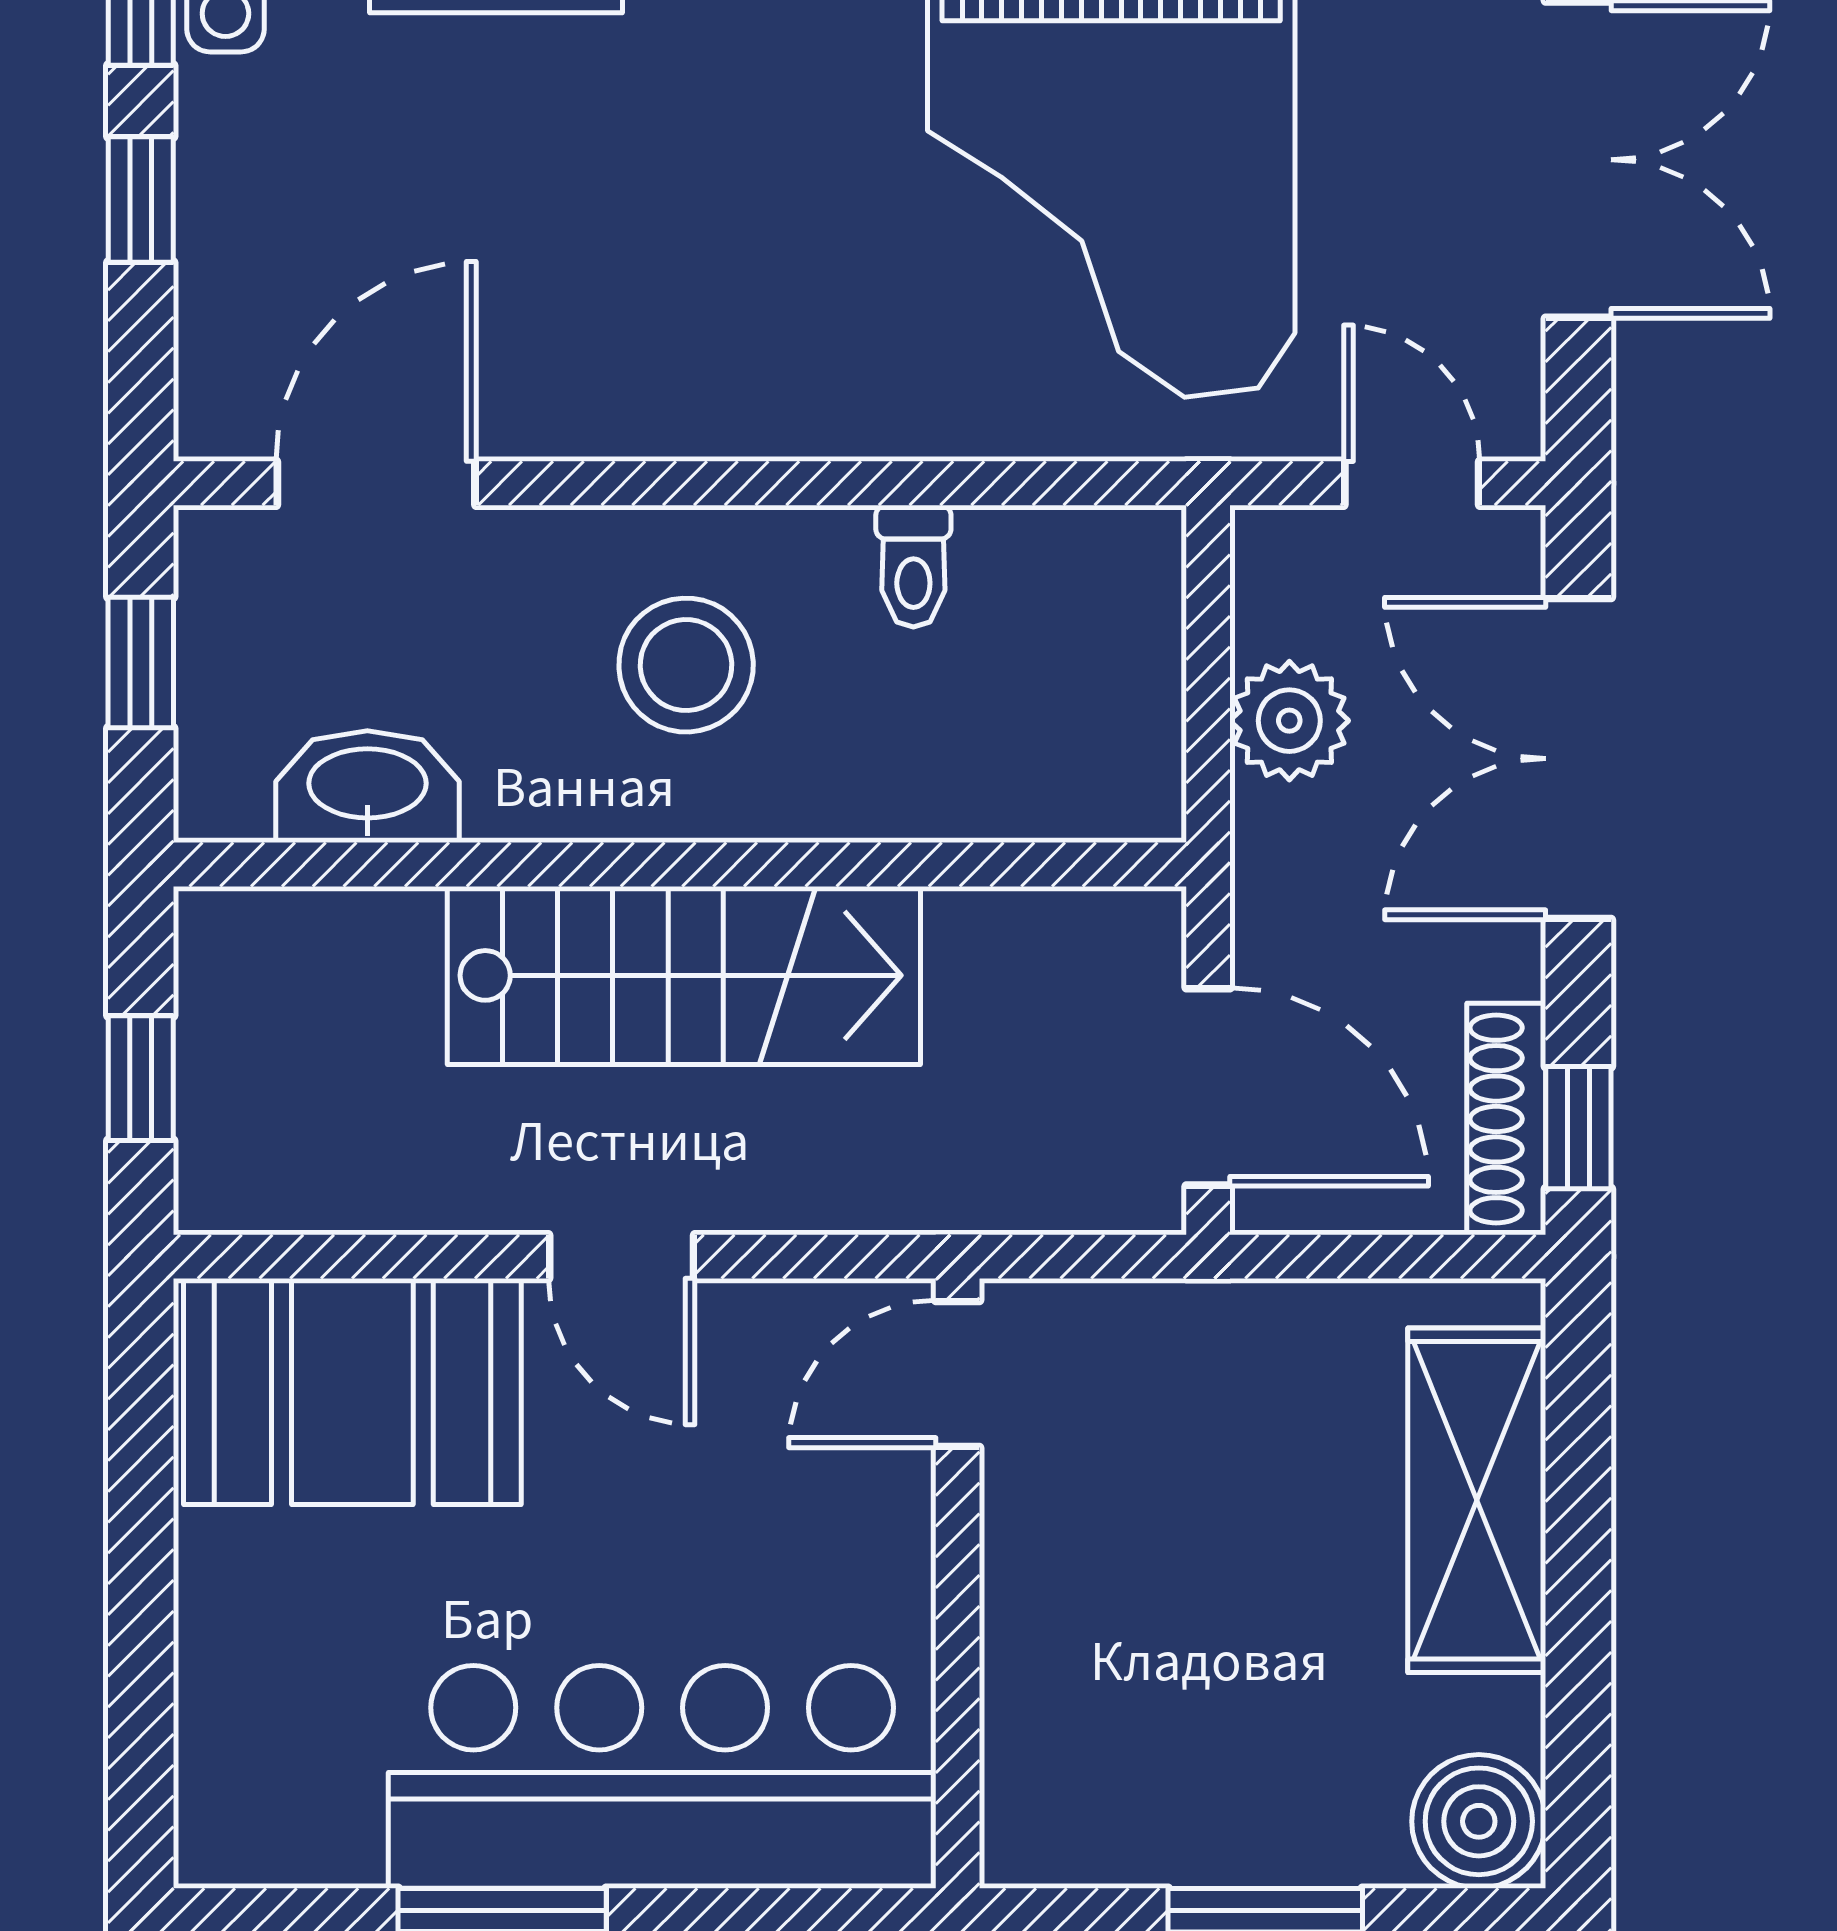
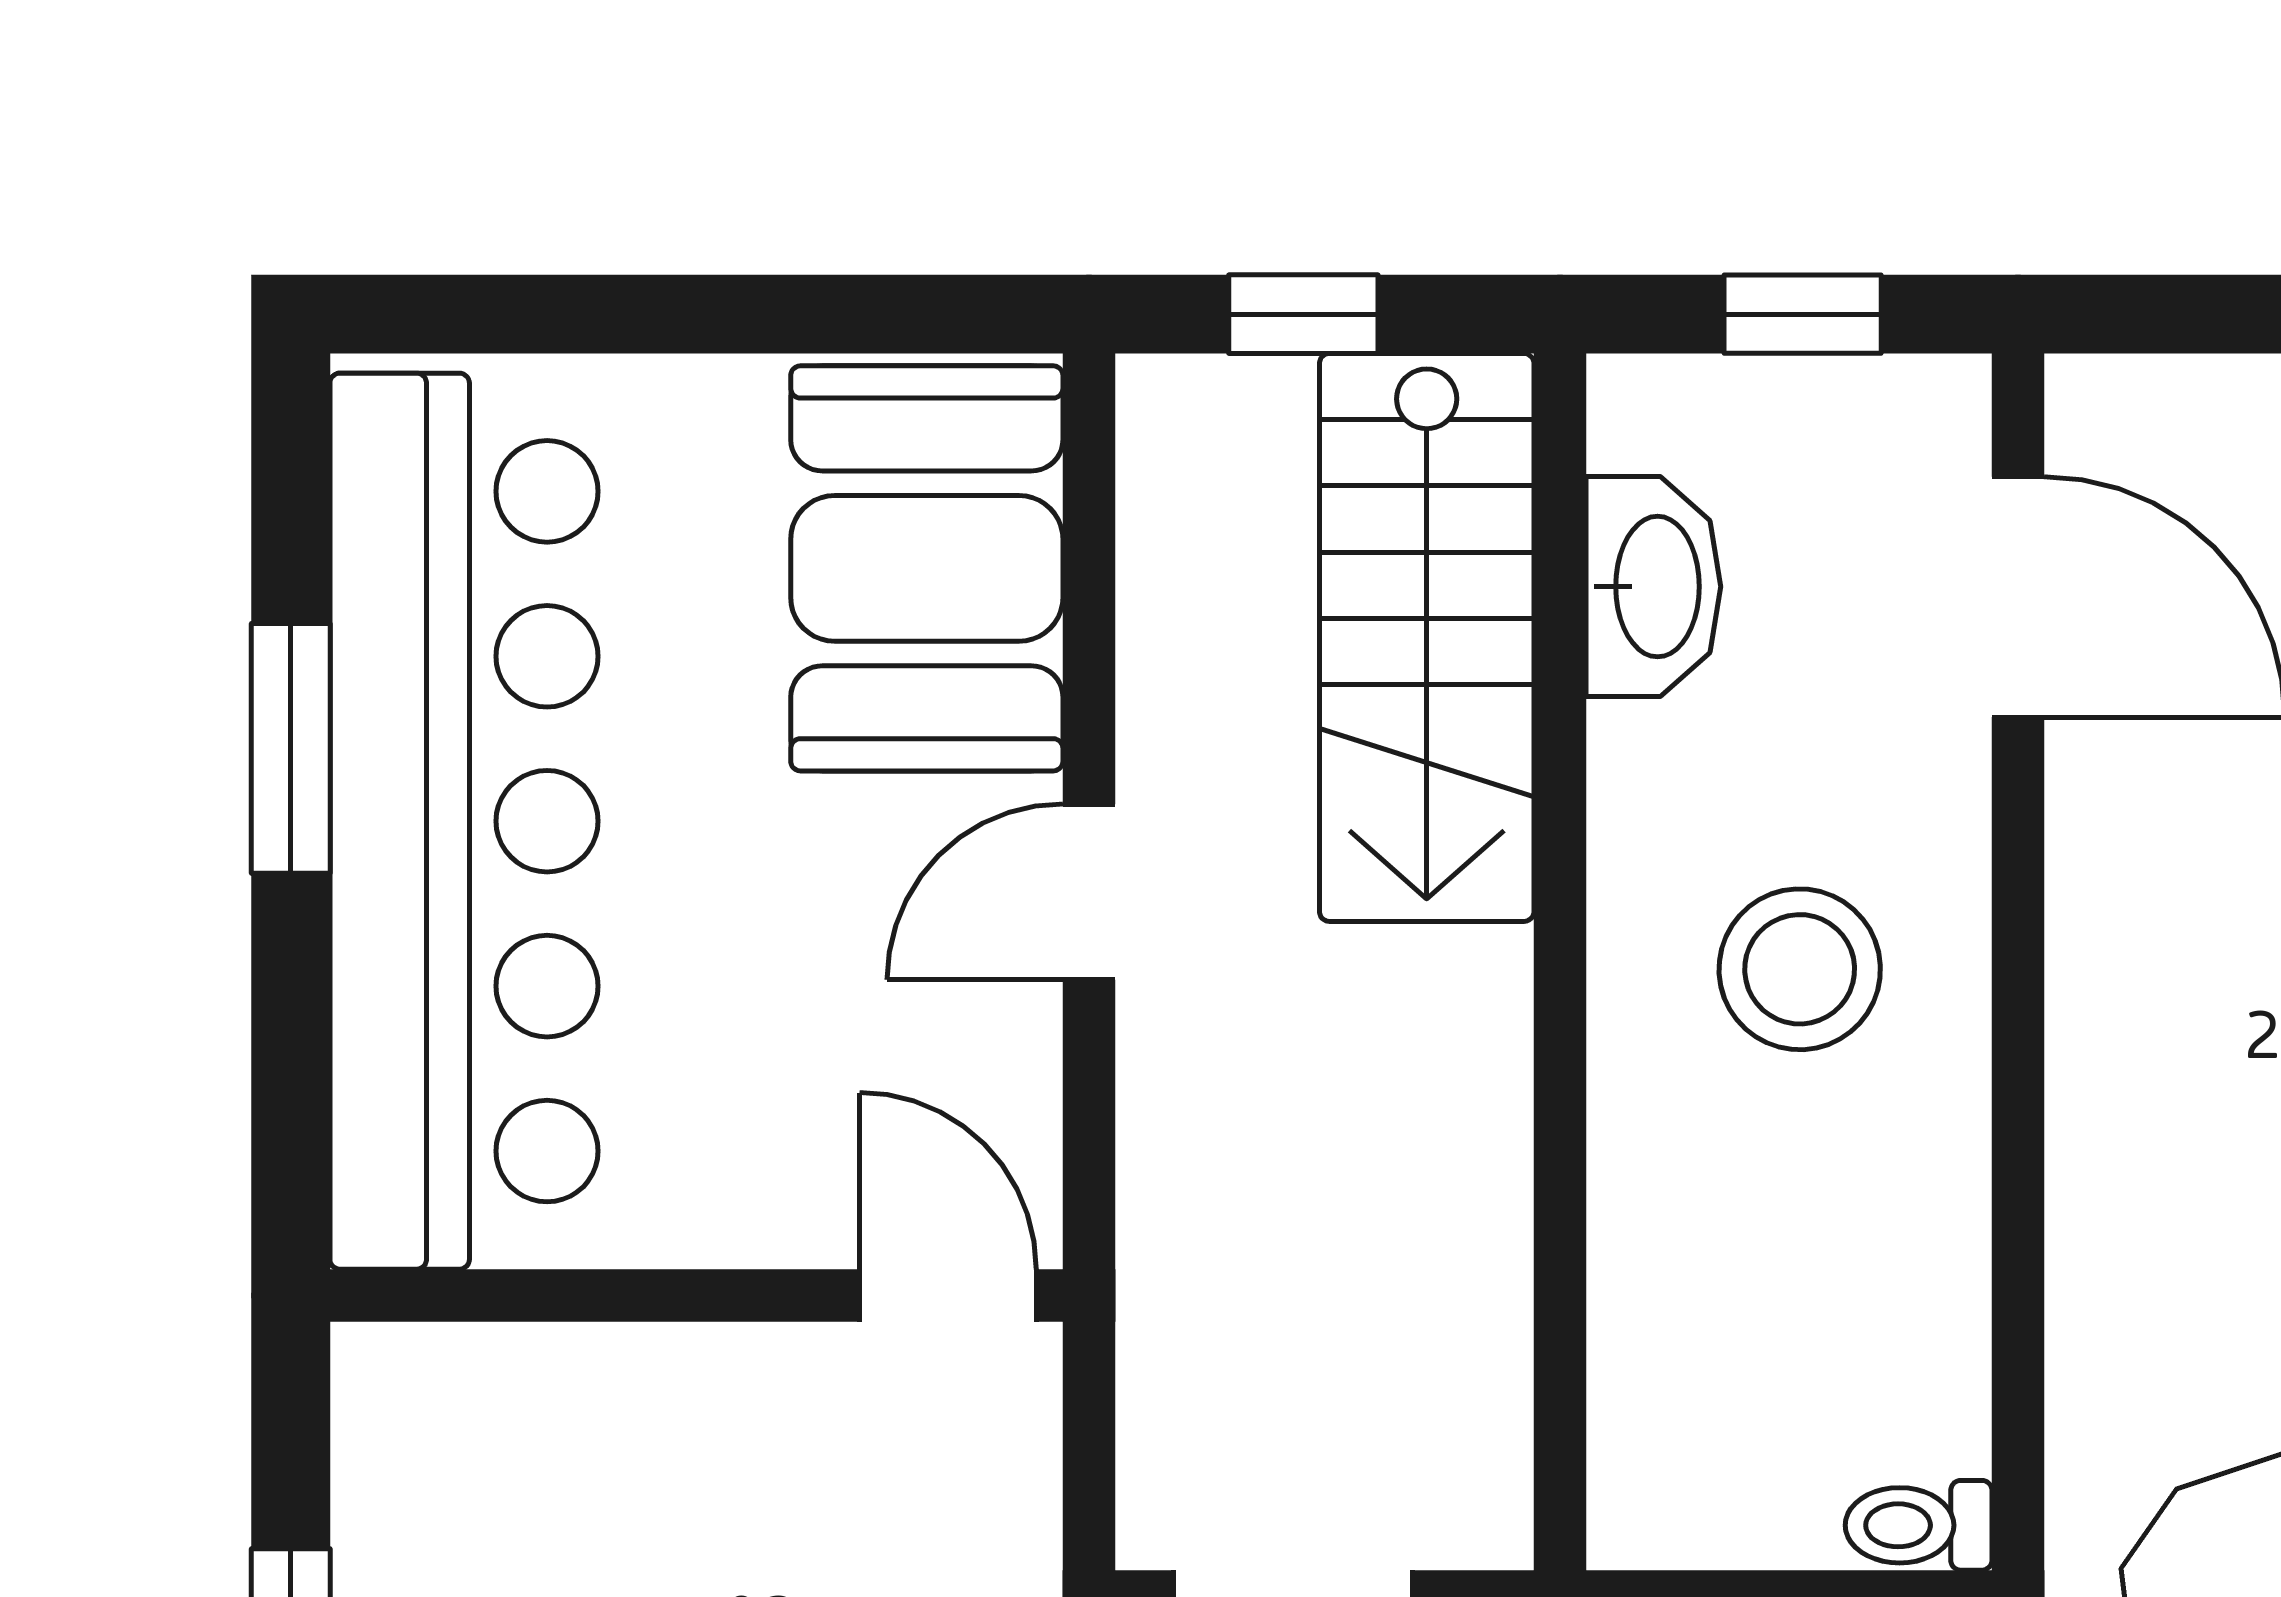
toilet: (913, 566) -> (1919, 1525), moved
stairs: (684, 975) -> (1427, 637), moved
bar counter: (662, 1777) -> (464, 821), width x1.36

